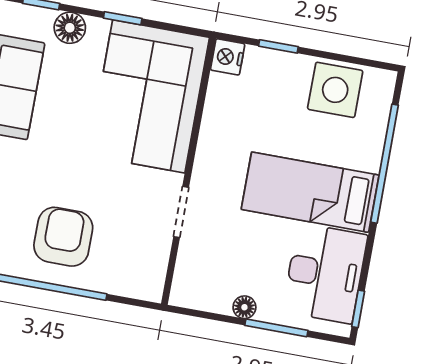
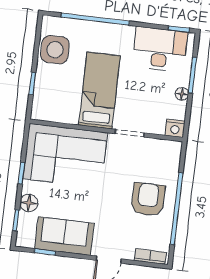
nightstand: (228, 57) -> (175, 128), moved
bed: (310, 192) -> (99, 90), moved, turned 180
armchair: (63, 237) -> (148, 199), turned 90

